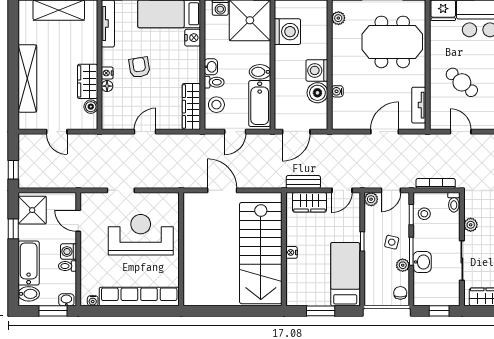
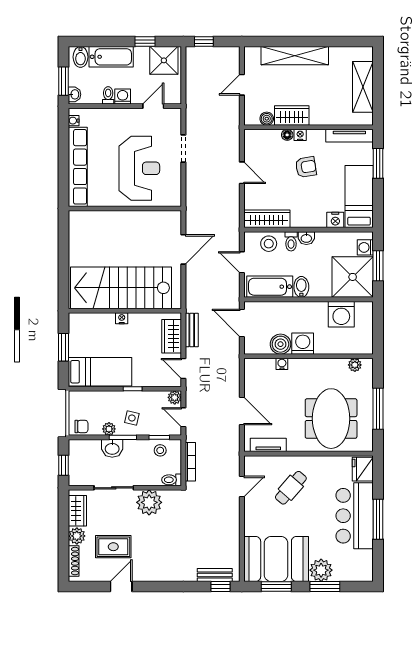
plant: (471, 225) -> (149, 502), width x1.88, depth x1.88

